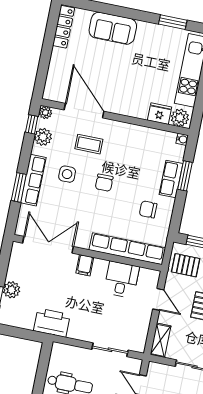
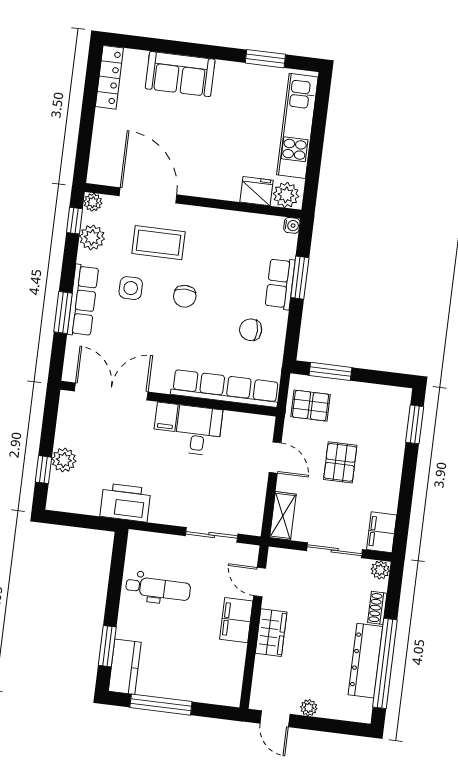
coffee table: (89, 144) -> (159, 243), width x1.36, depth x1.30
desk: (122, 280) -> (198, 430), moved

